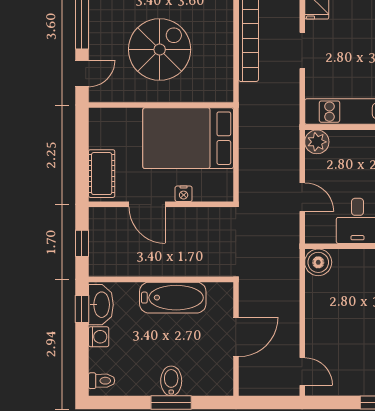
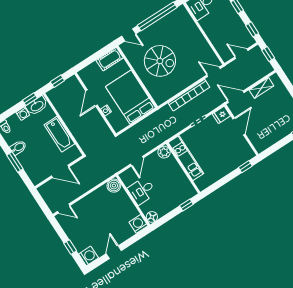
cot: (102, 174) -> (110, 59), moved
door: (302, 372) -> (64, 209), hinge flipped
bidet: (171, 381) -> (18, 147), moved

